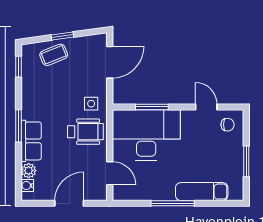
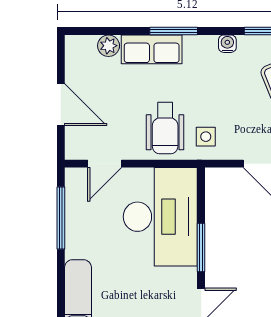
window: (152, 107) -> (201, 248), moved
water cooler: (27, 185) -> (227, 44), moved
window: (173, 203) -> (61, 218), moved

